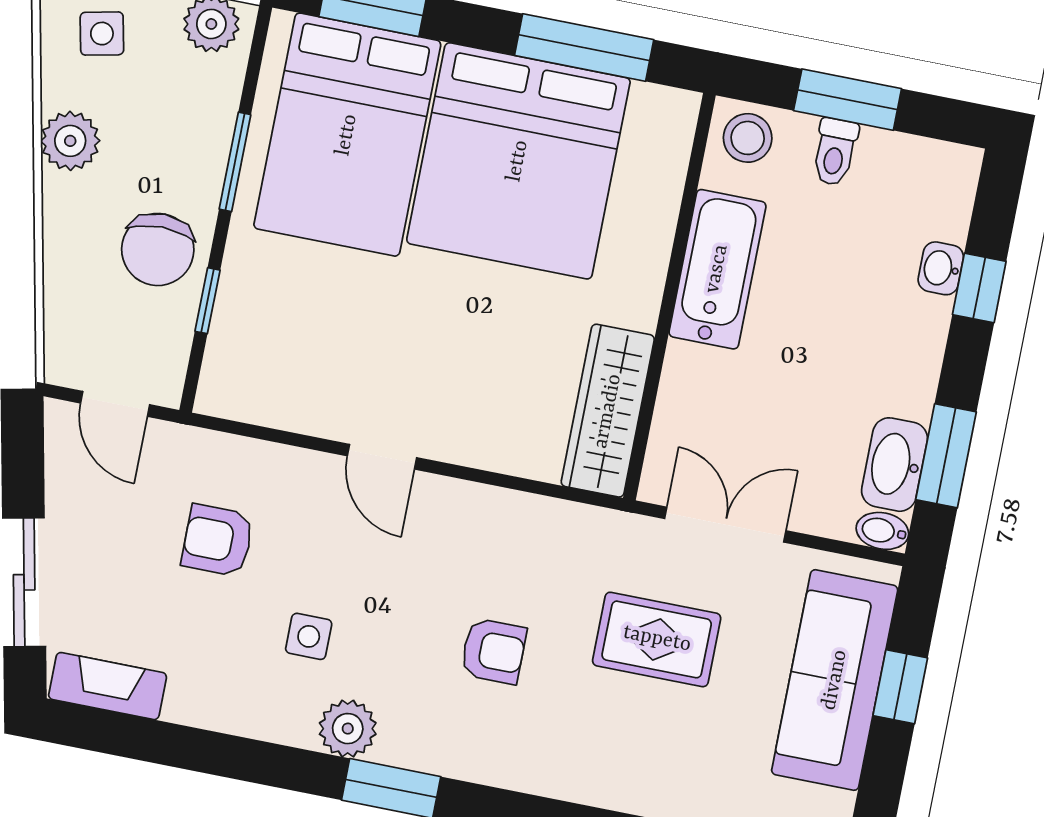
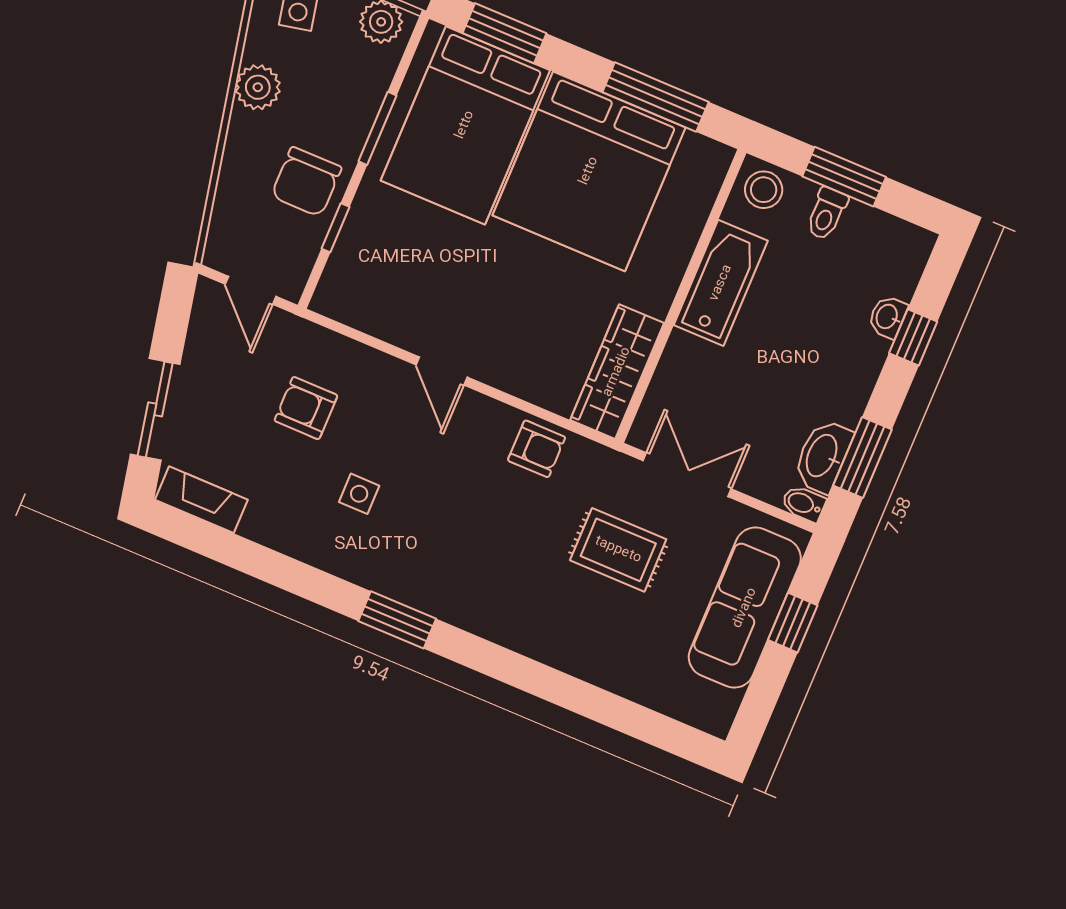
armchair: (493, 651) -> (537, 449), moved
plant: (348, 729) -> (374, 569), removed

